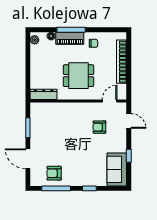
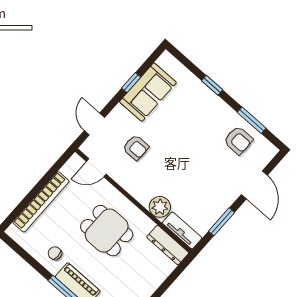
tv unit: (43, 107) -> (182, 230), added
plant: (63, 109) -> (160, 207), added
sofa: (117, 169) -> (148, 92), moved
window: (56, 188) -> (252, 120), width x0.69

